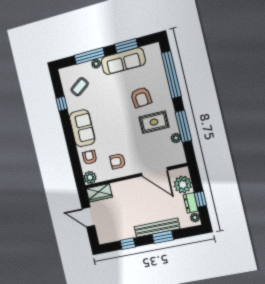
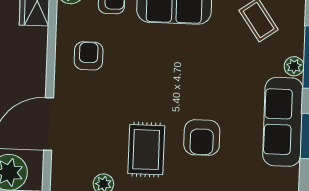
armchair: (141, 97) -> (202, 138), turned -84

